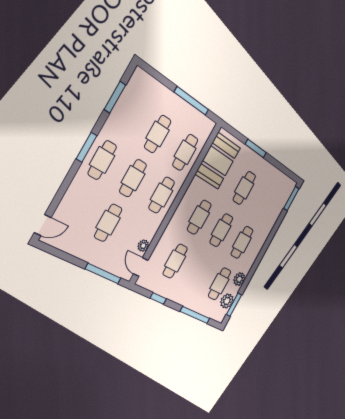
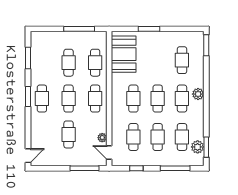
cafe table: (244, 188) -> (182, 60), moved
cafe table: (198, 273) -> (158, 137), added
plant: (239, 279) -> (198, 94), moved

